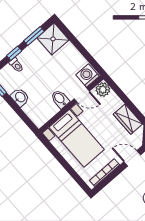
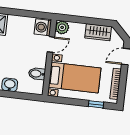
bidet: (60, 99) -> (37, 74), moved
window: (74, 175) -> (96, 104), added

